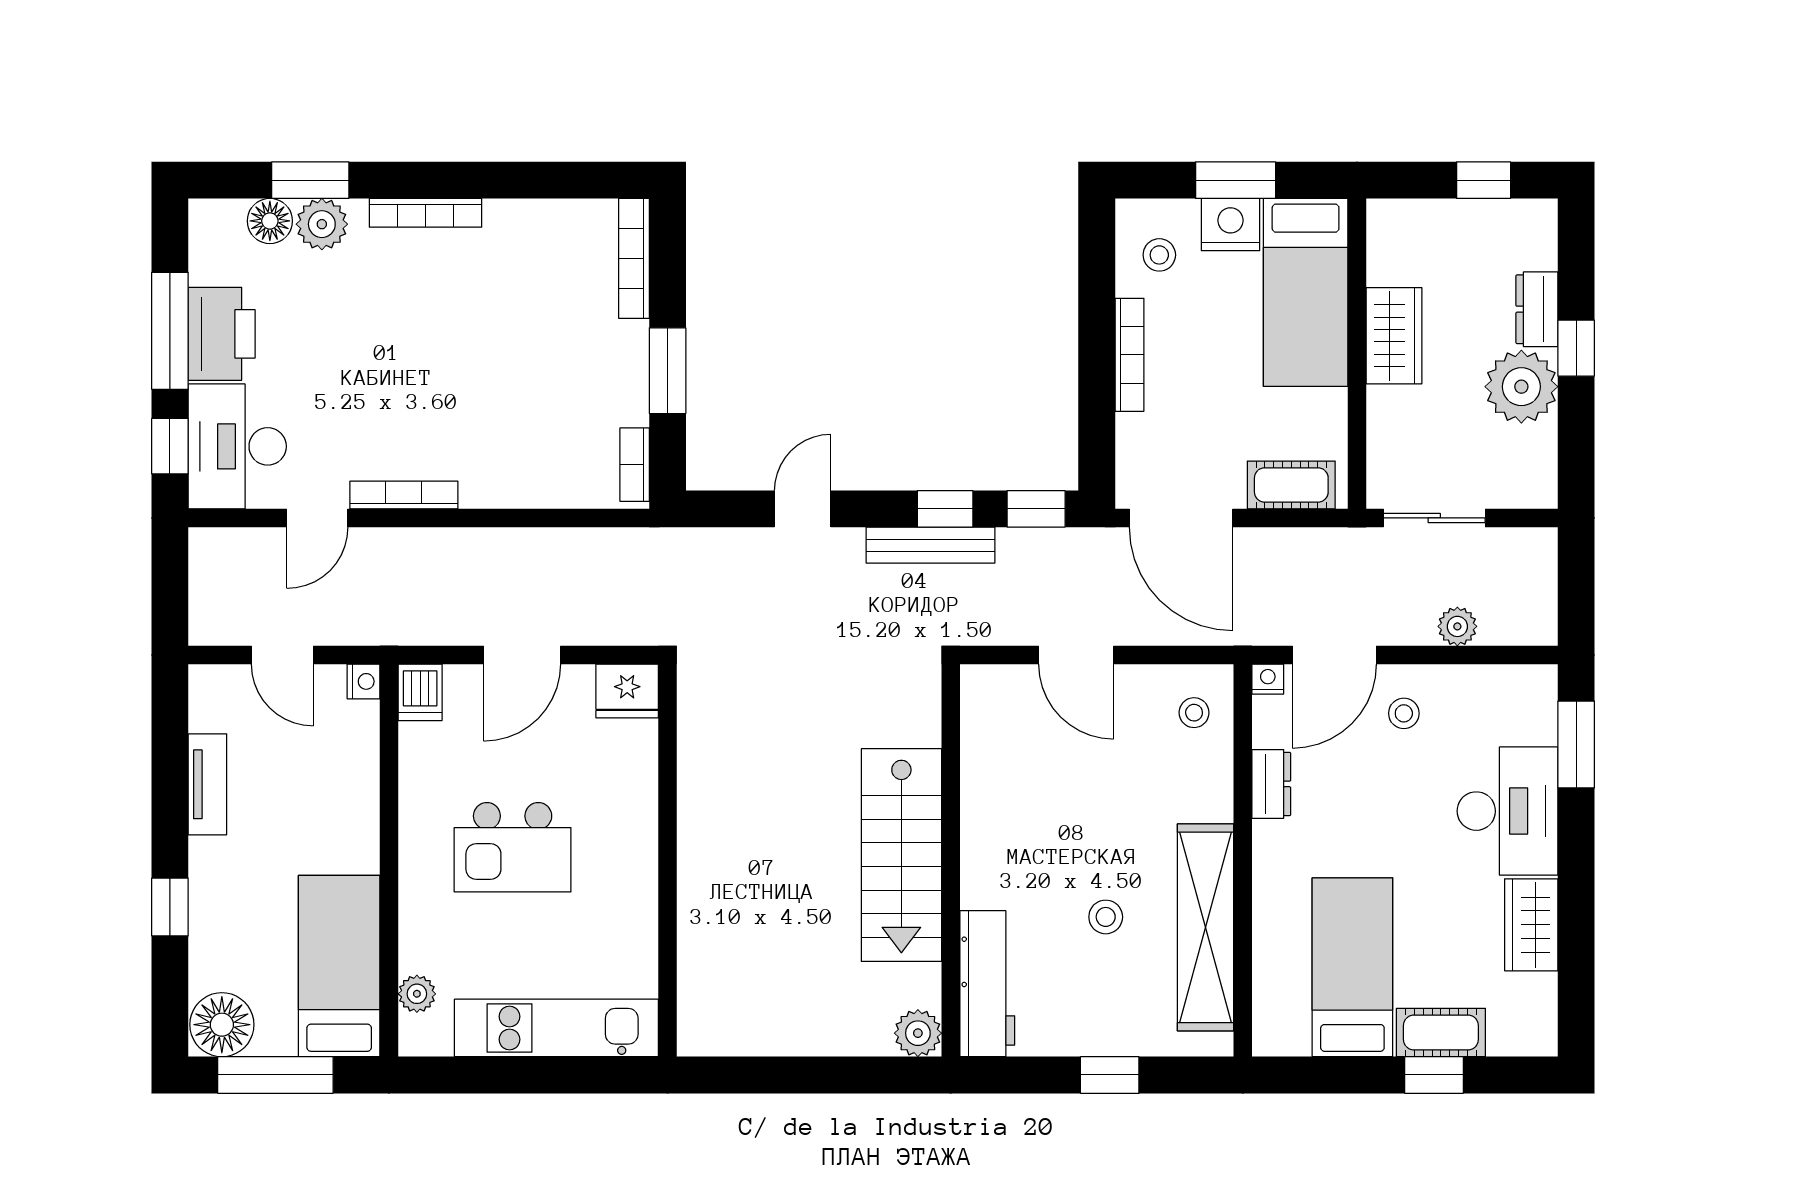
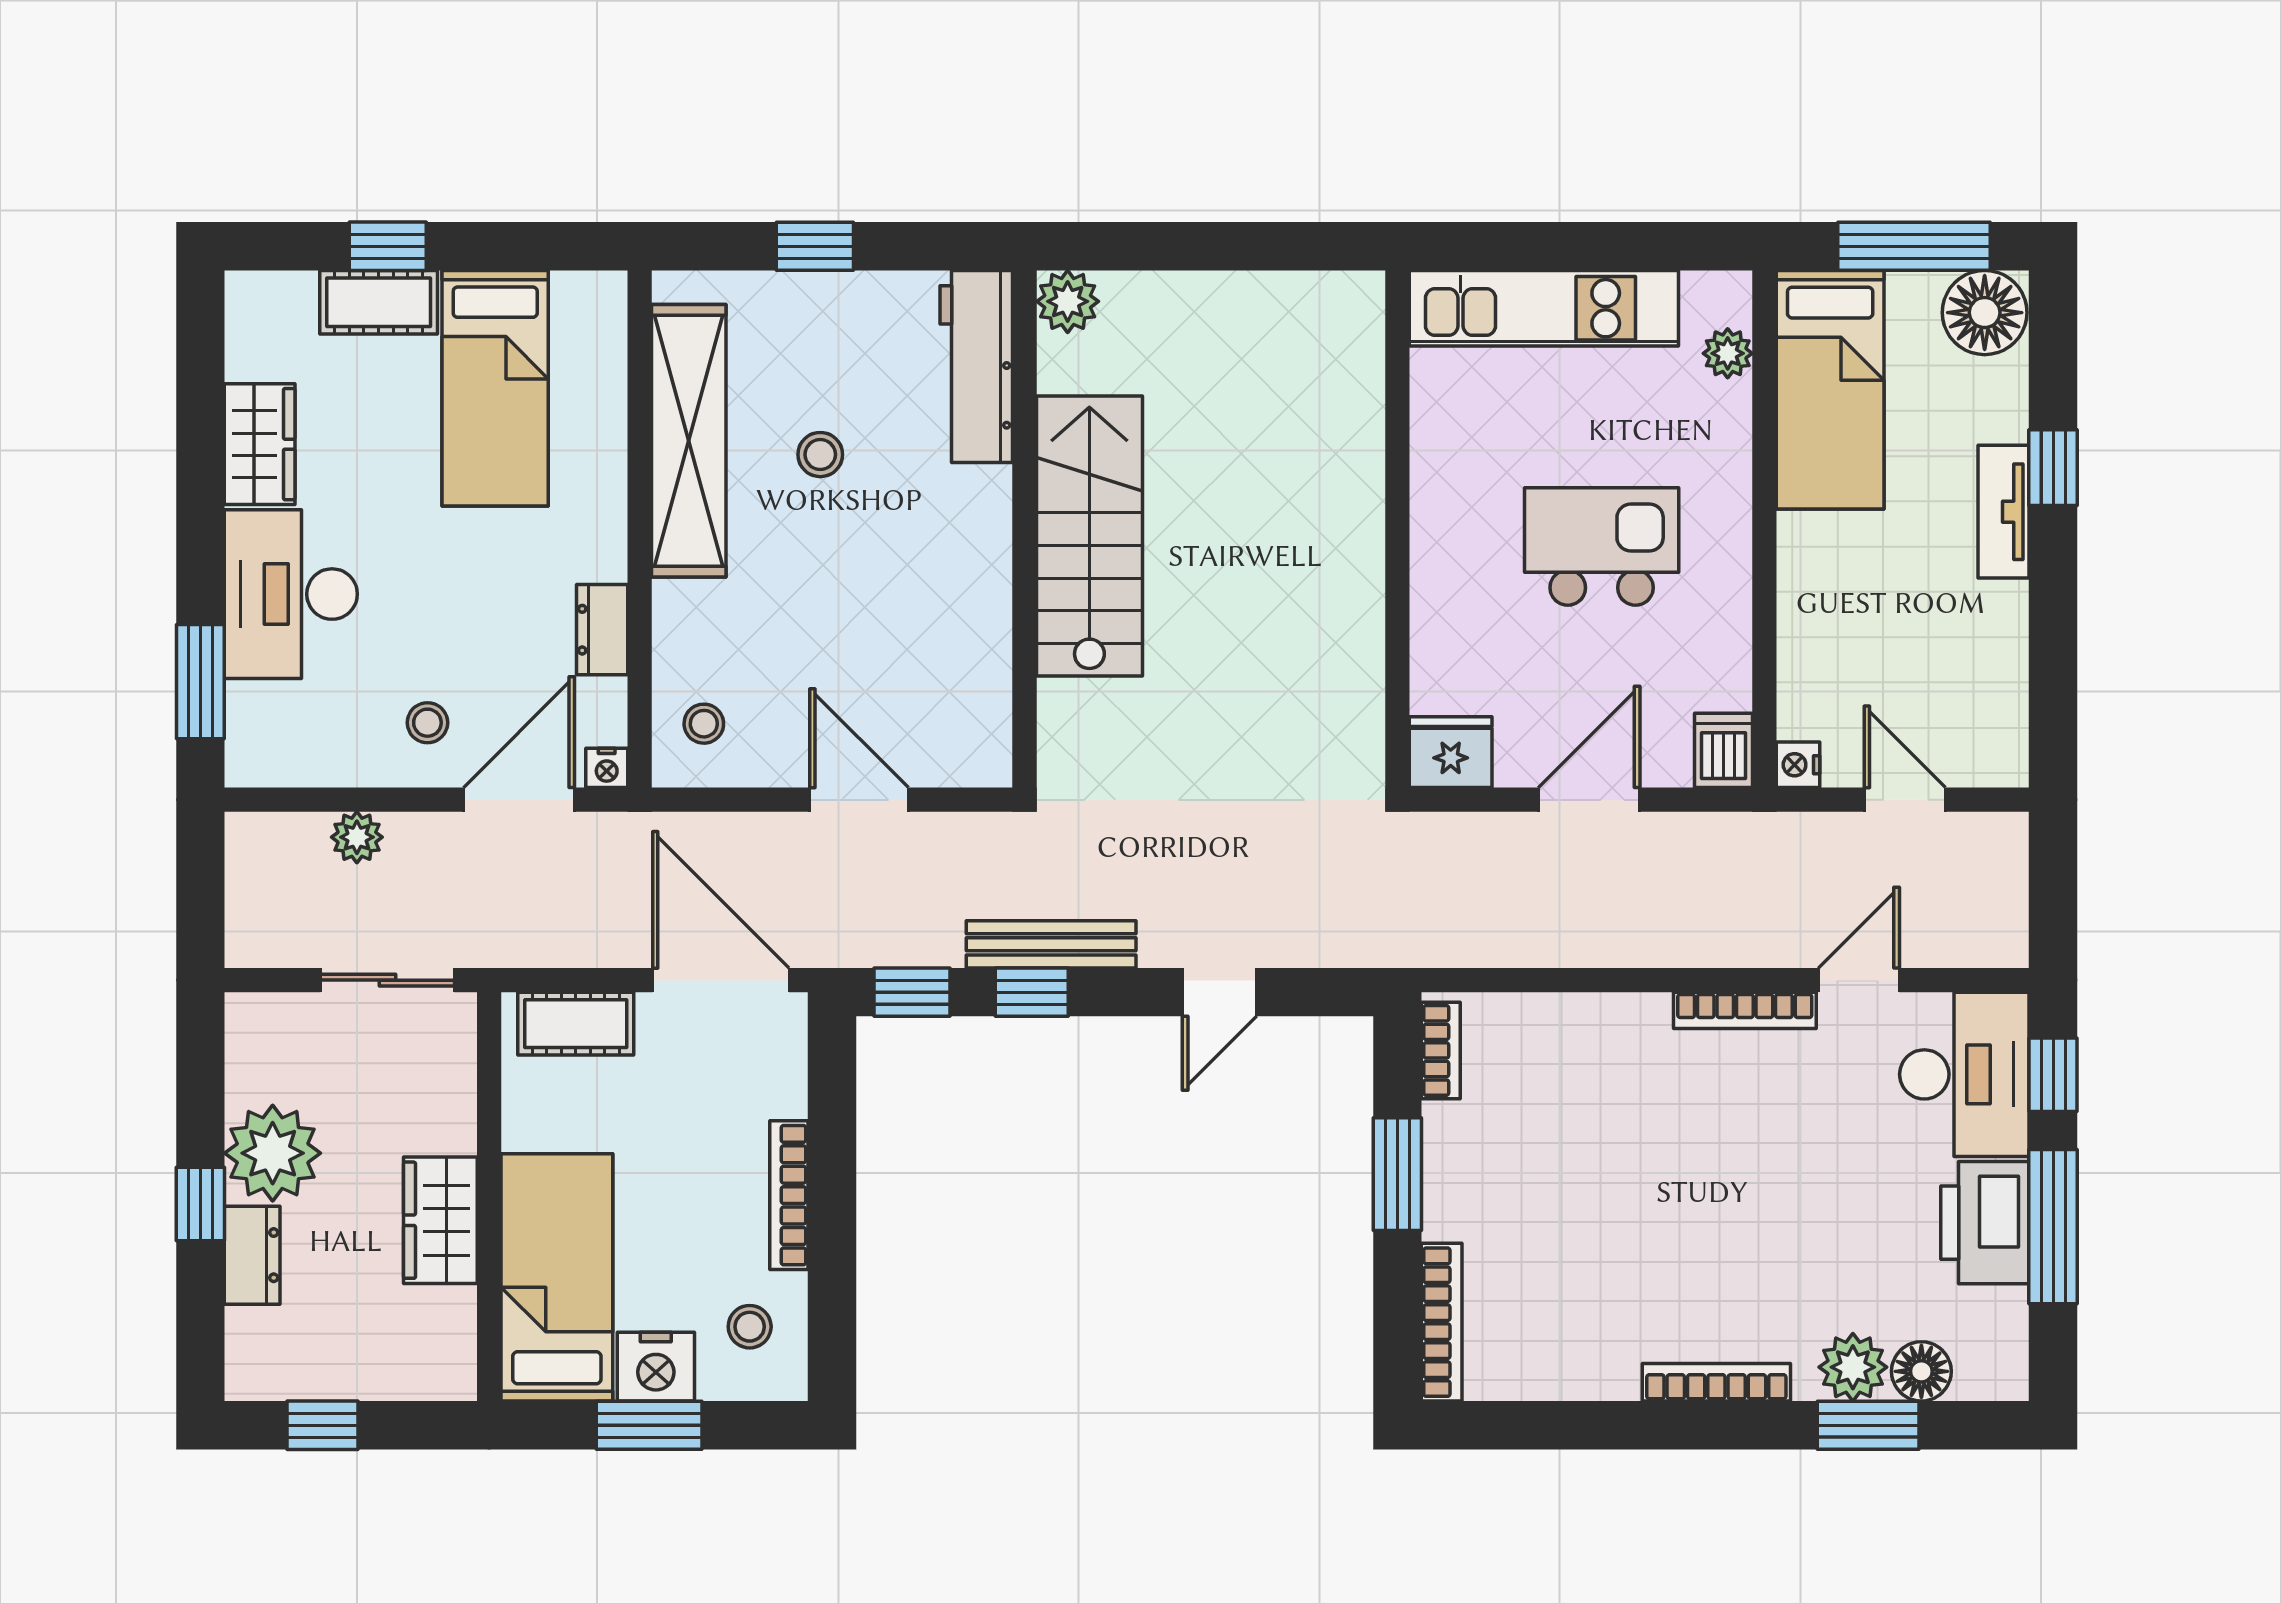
tv unit: (207, 784) -> (2004, 512), moved

